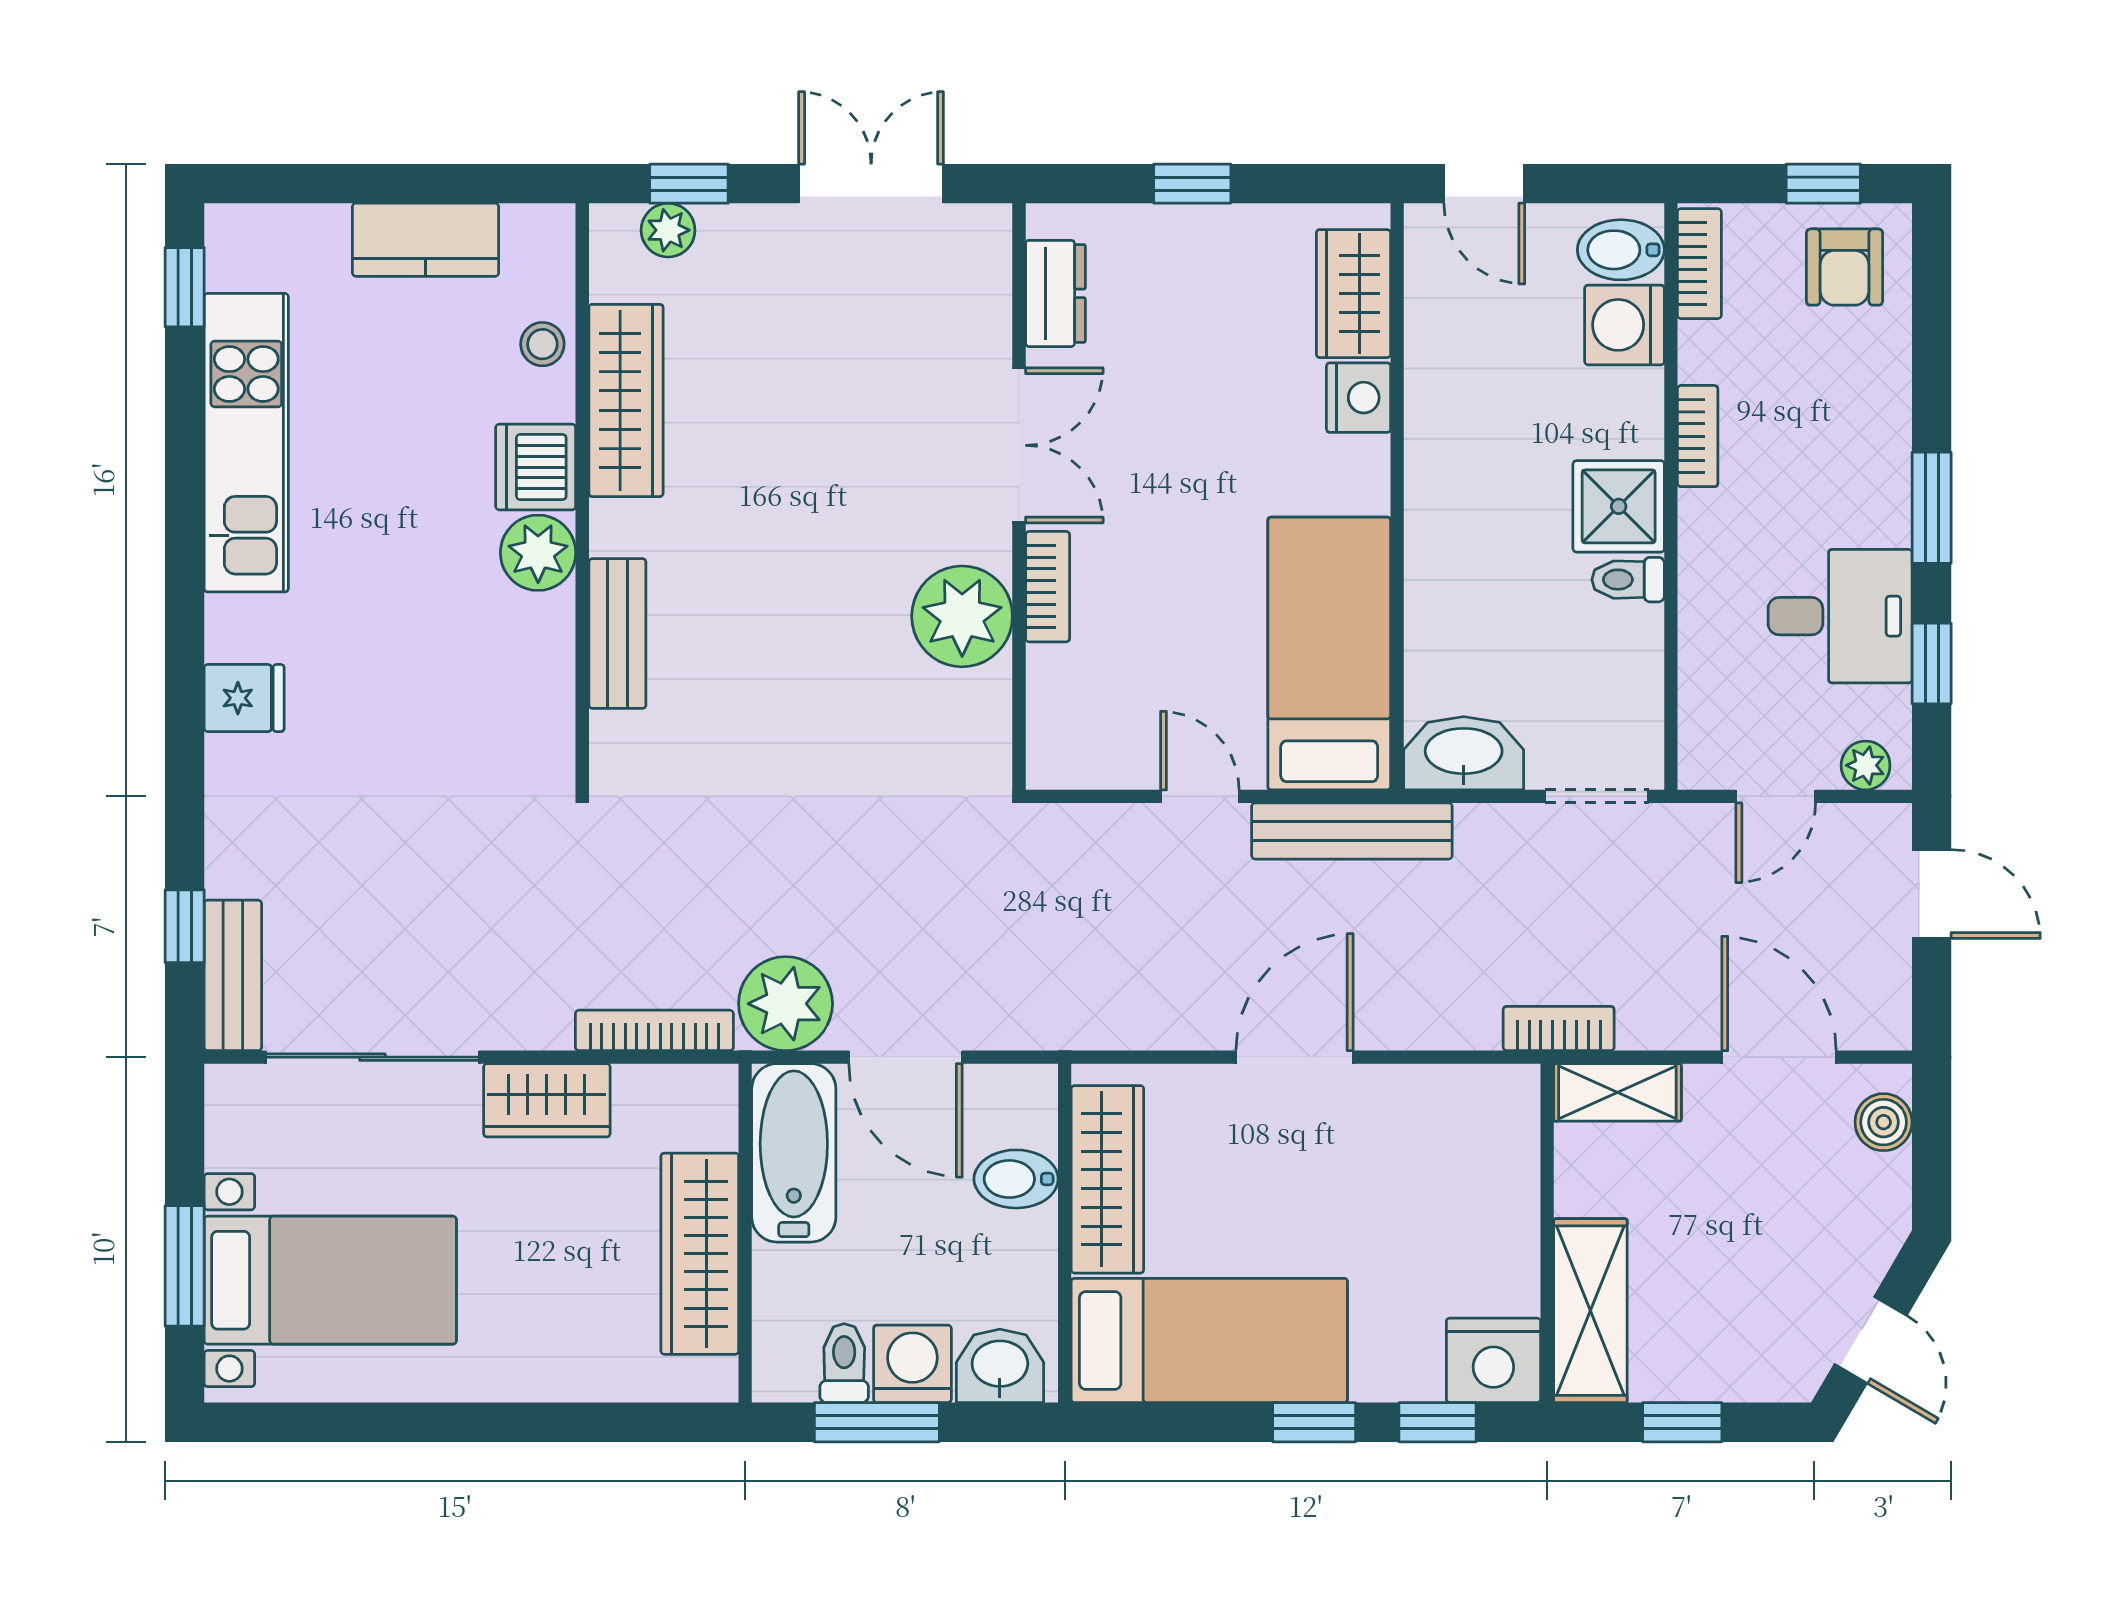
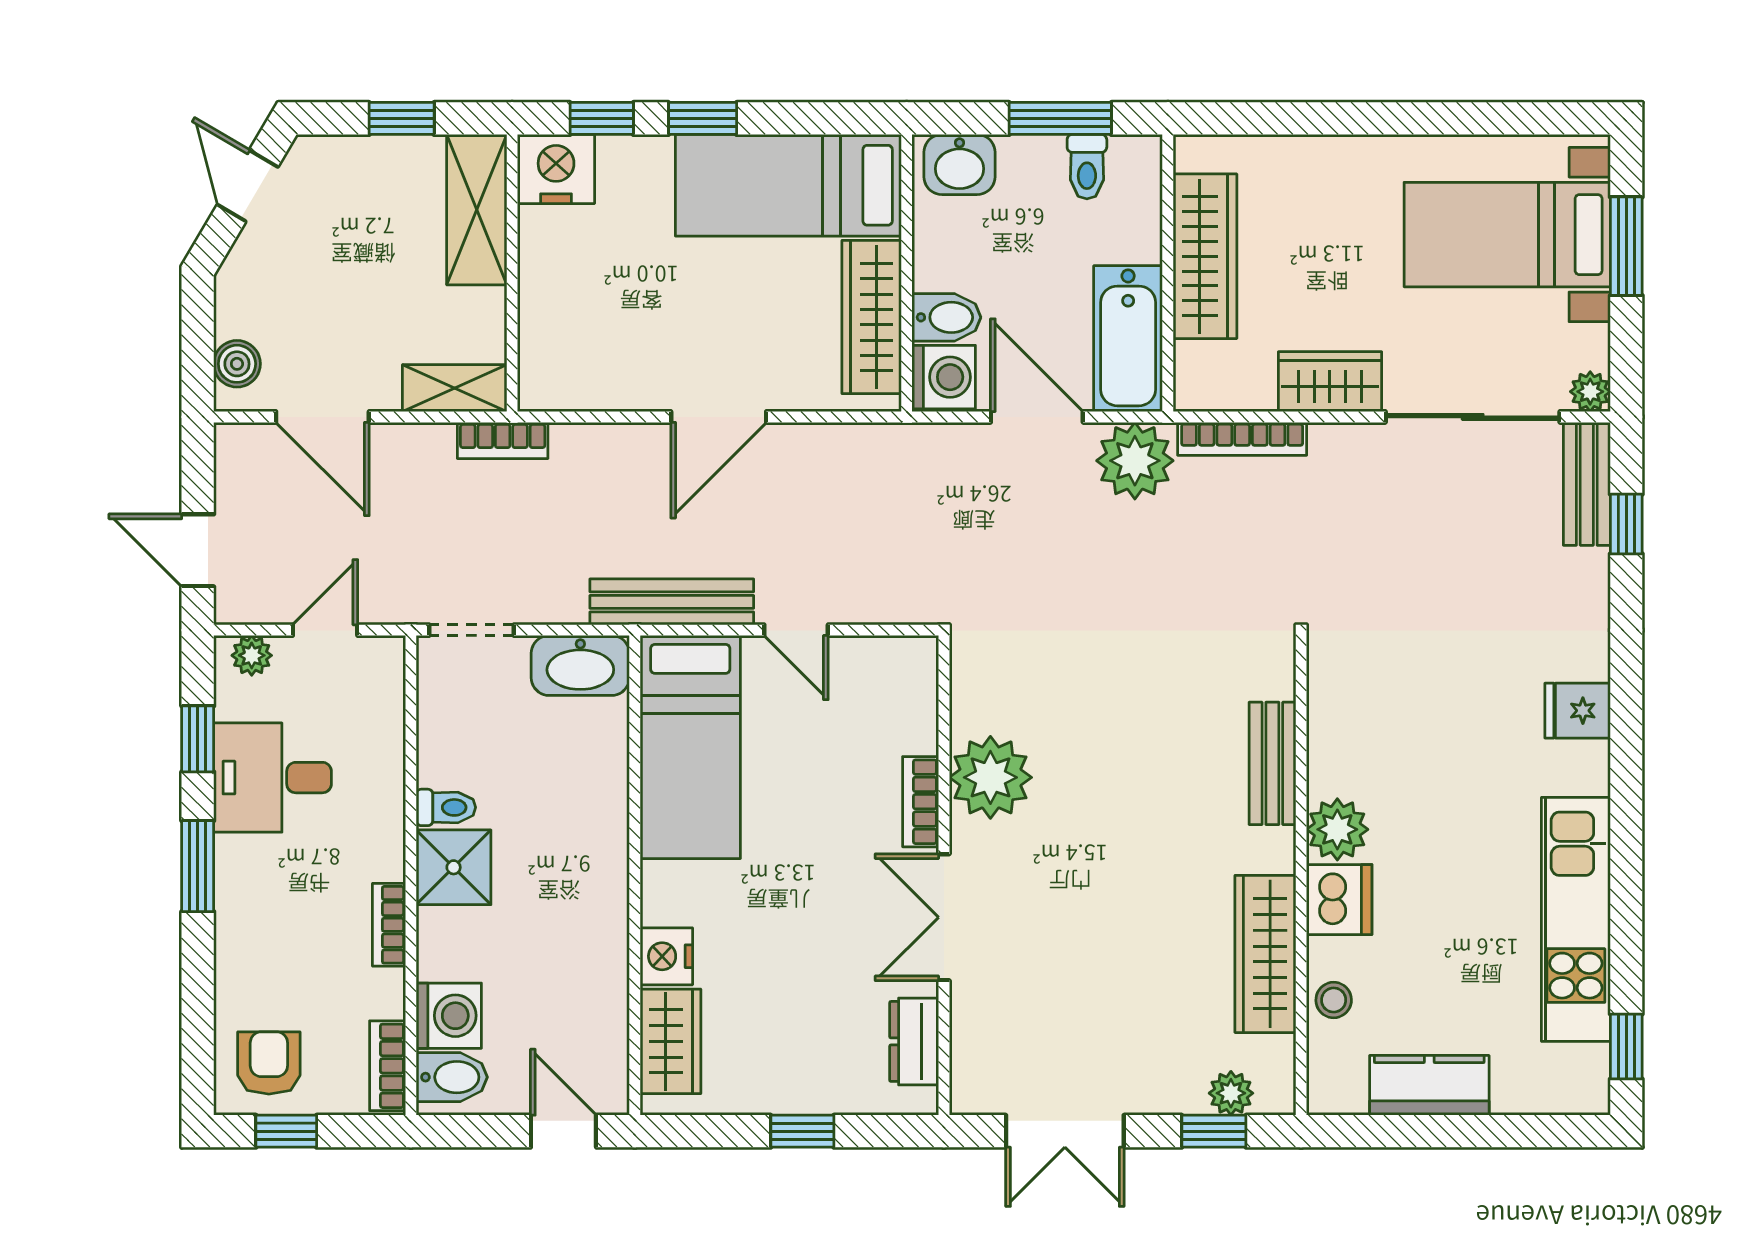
plant: (229, 1088) -> (1590, 392), added
washing machine: (912, 1364) -> (944, 377), moved, turned -90

